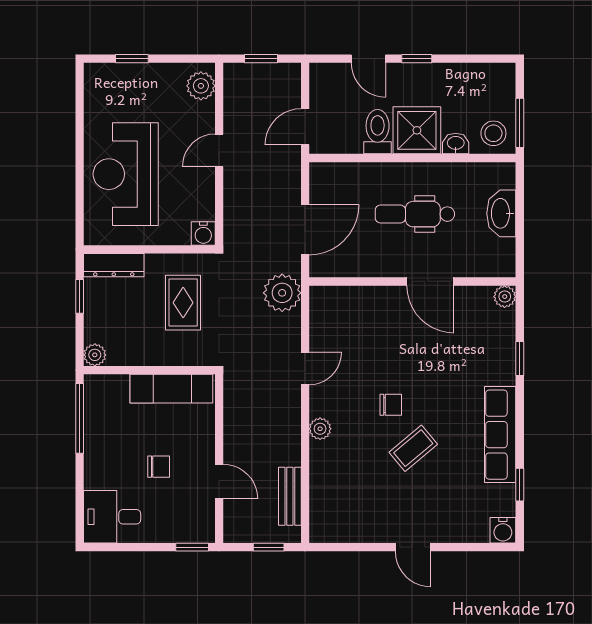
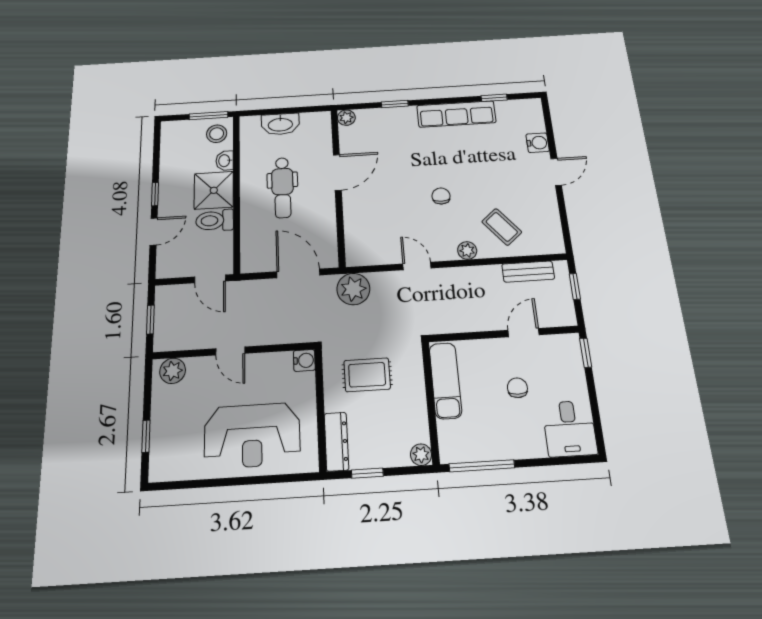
coffee table: (413, 448) -> (502, 227), moved
water cooler: (503, 530) -> (538, 143), moved

